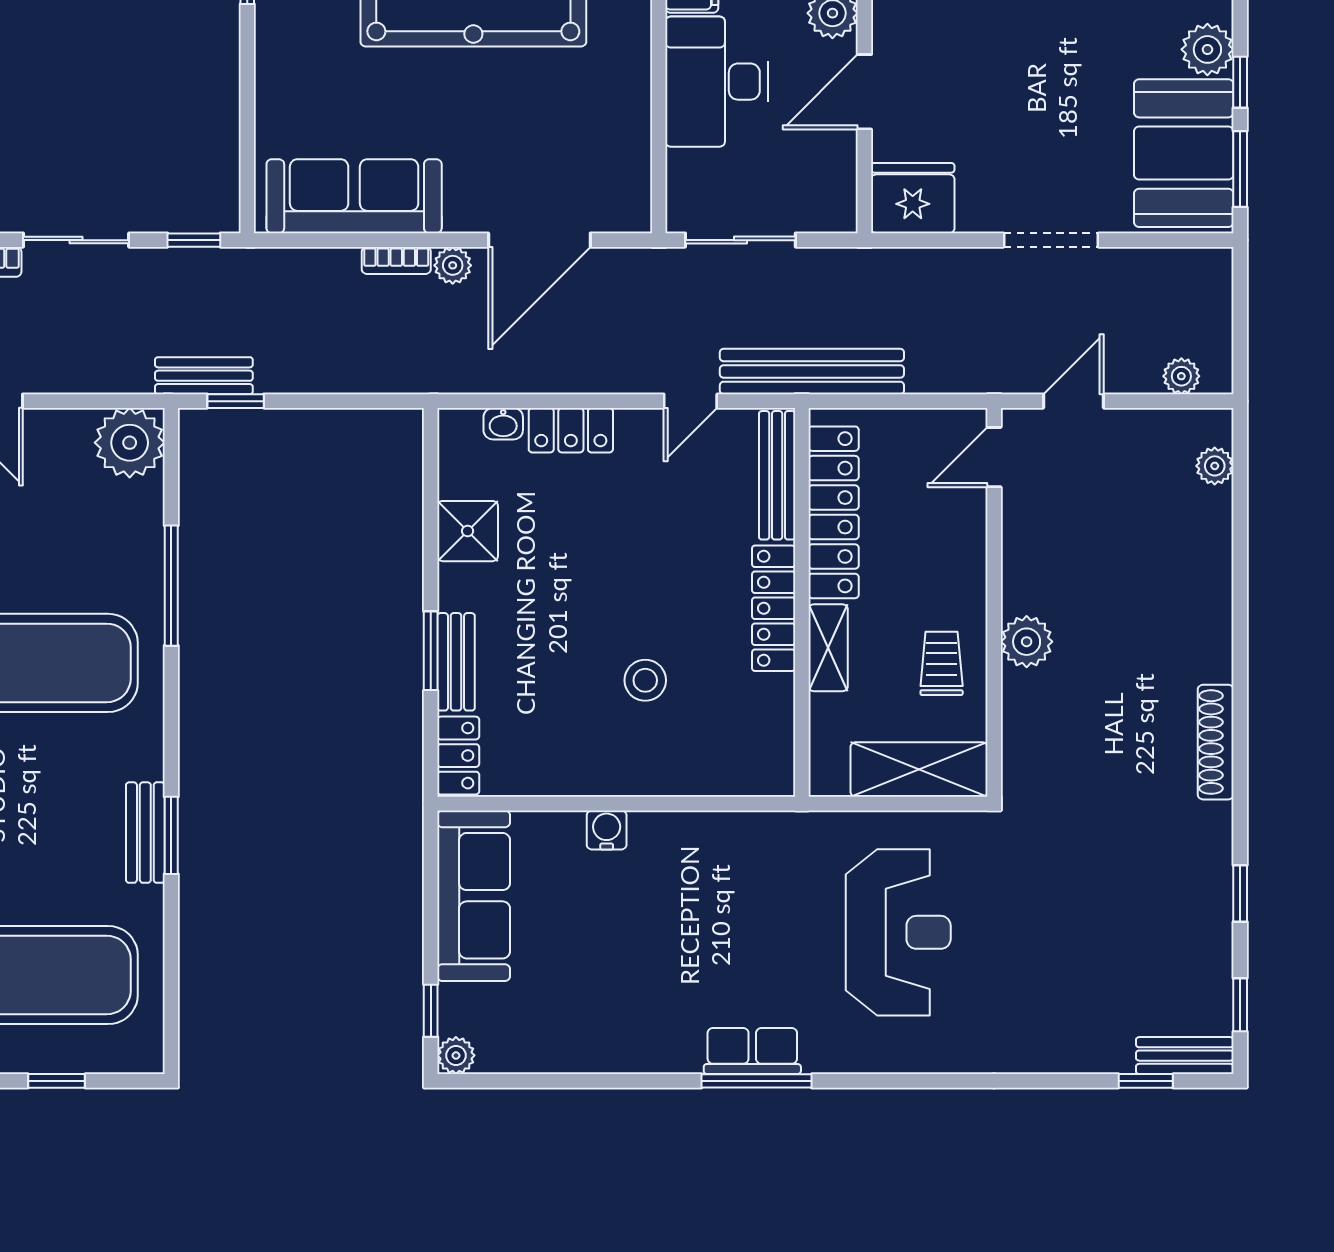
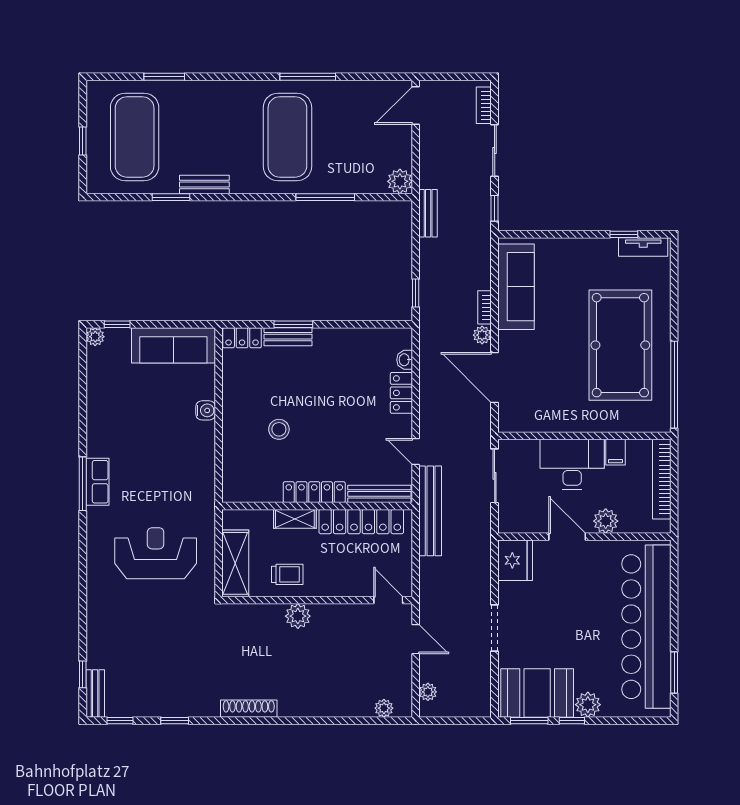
window: (236, 401) -> (416, 293), moved
plant: (130, 443) -> (400, 181), width x0.73, depth x0.73
shower: (468, 531) -> (352, 342), removed
window: (171, 835) -> (171, 197), moved
reception desk: (898, 932) -> (156, 553), turned 180

